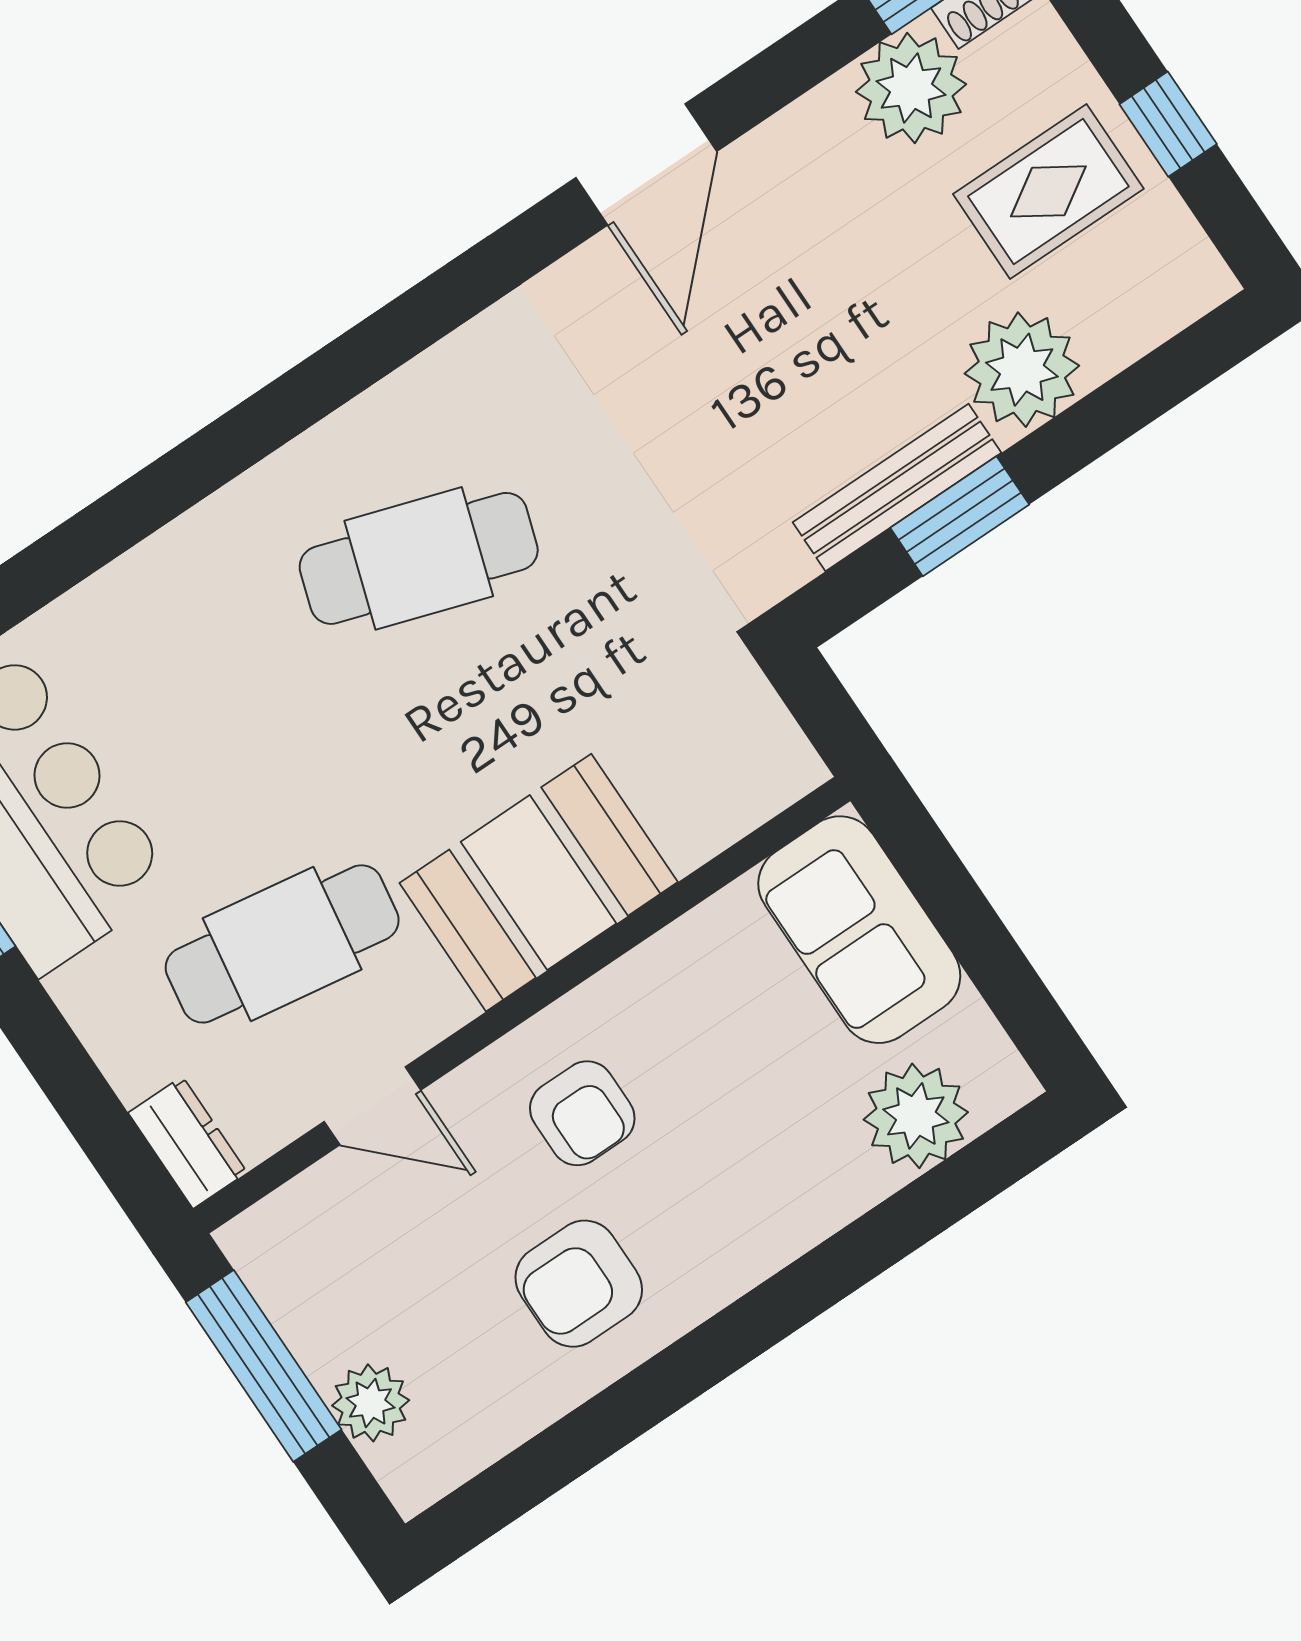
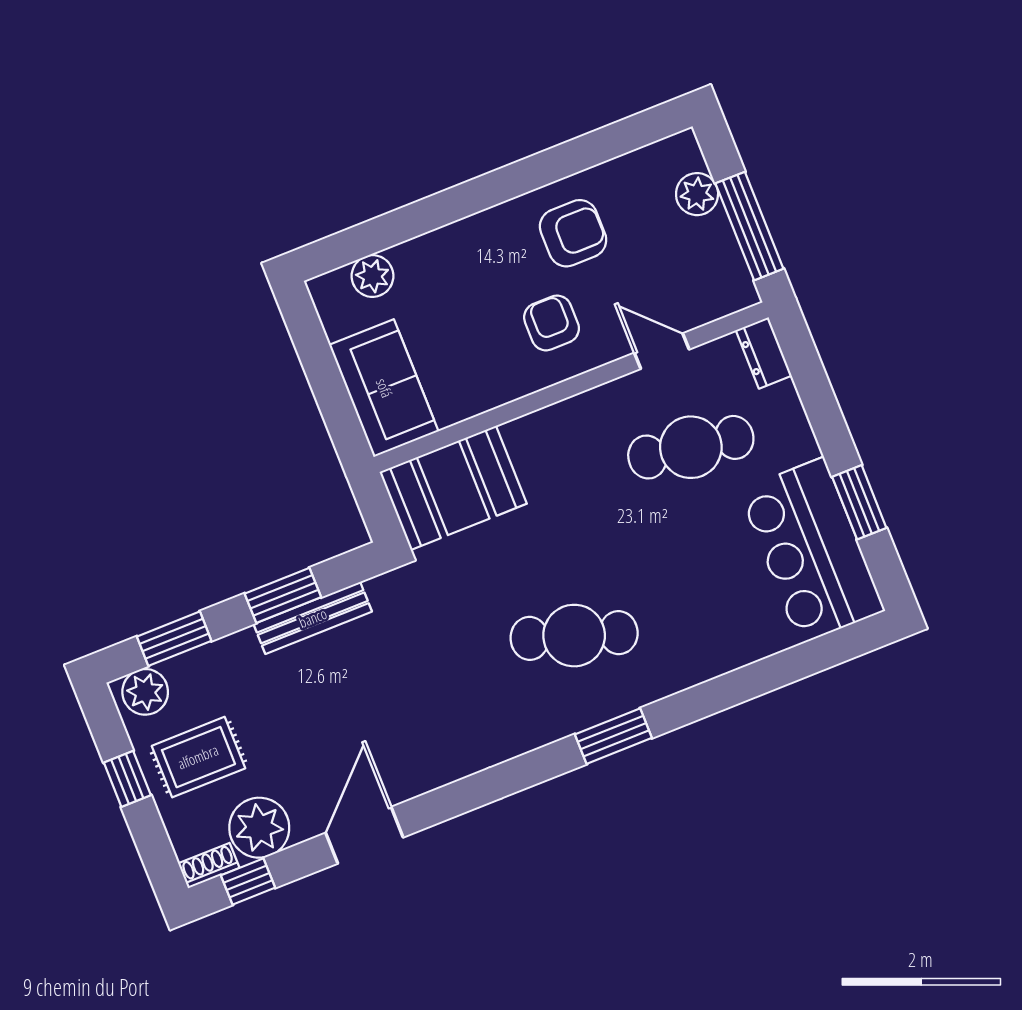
door: (646, 164) -> (364, 835), moved
plant: (1022, 370) -> (145, 692), moved, width x0.73, depth x0.73
window: (308, 392) -> (613, 736), added
window: (1139, 395) -> (174, 639), added
booth: (539, 883) -> (453, 488), moved
plant: (916, 1116) -> (373, 276), width x0.73, depth x0.73

